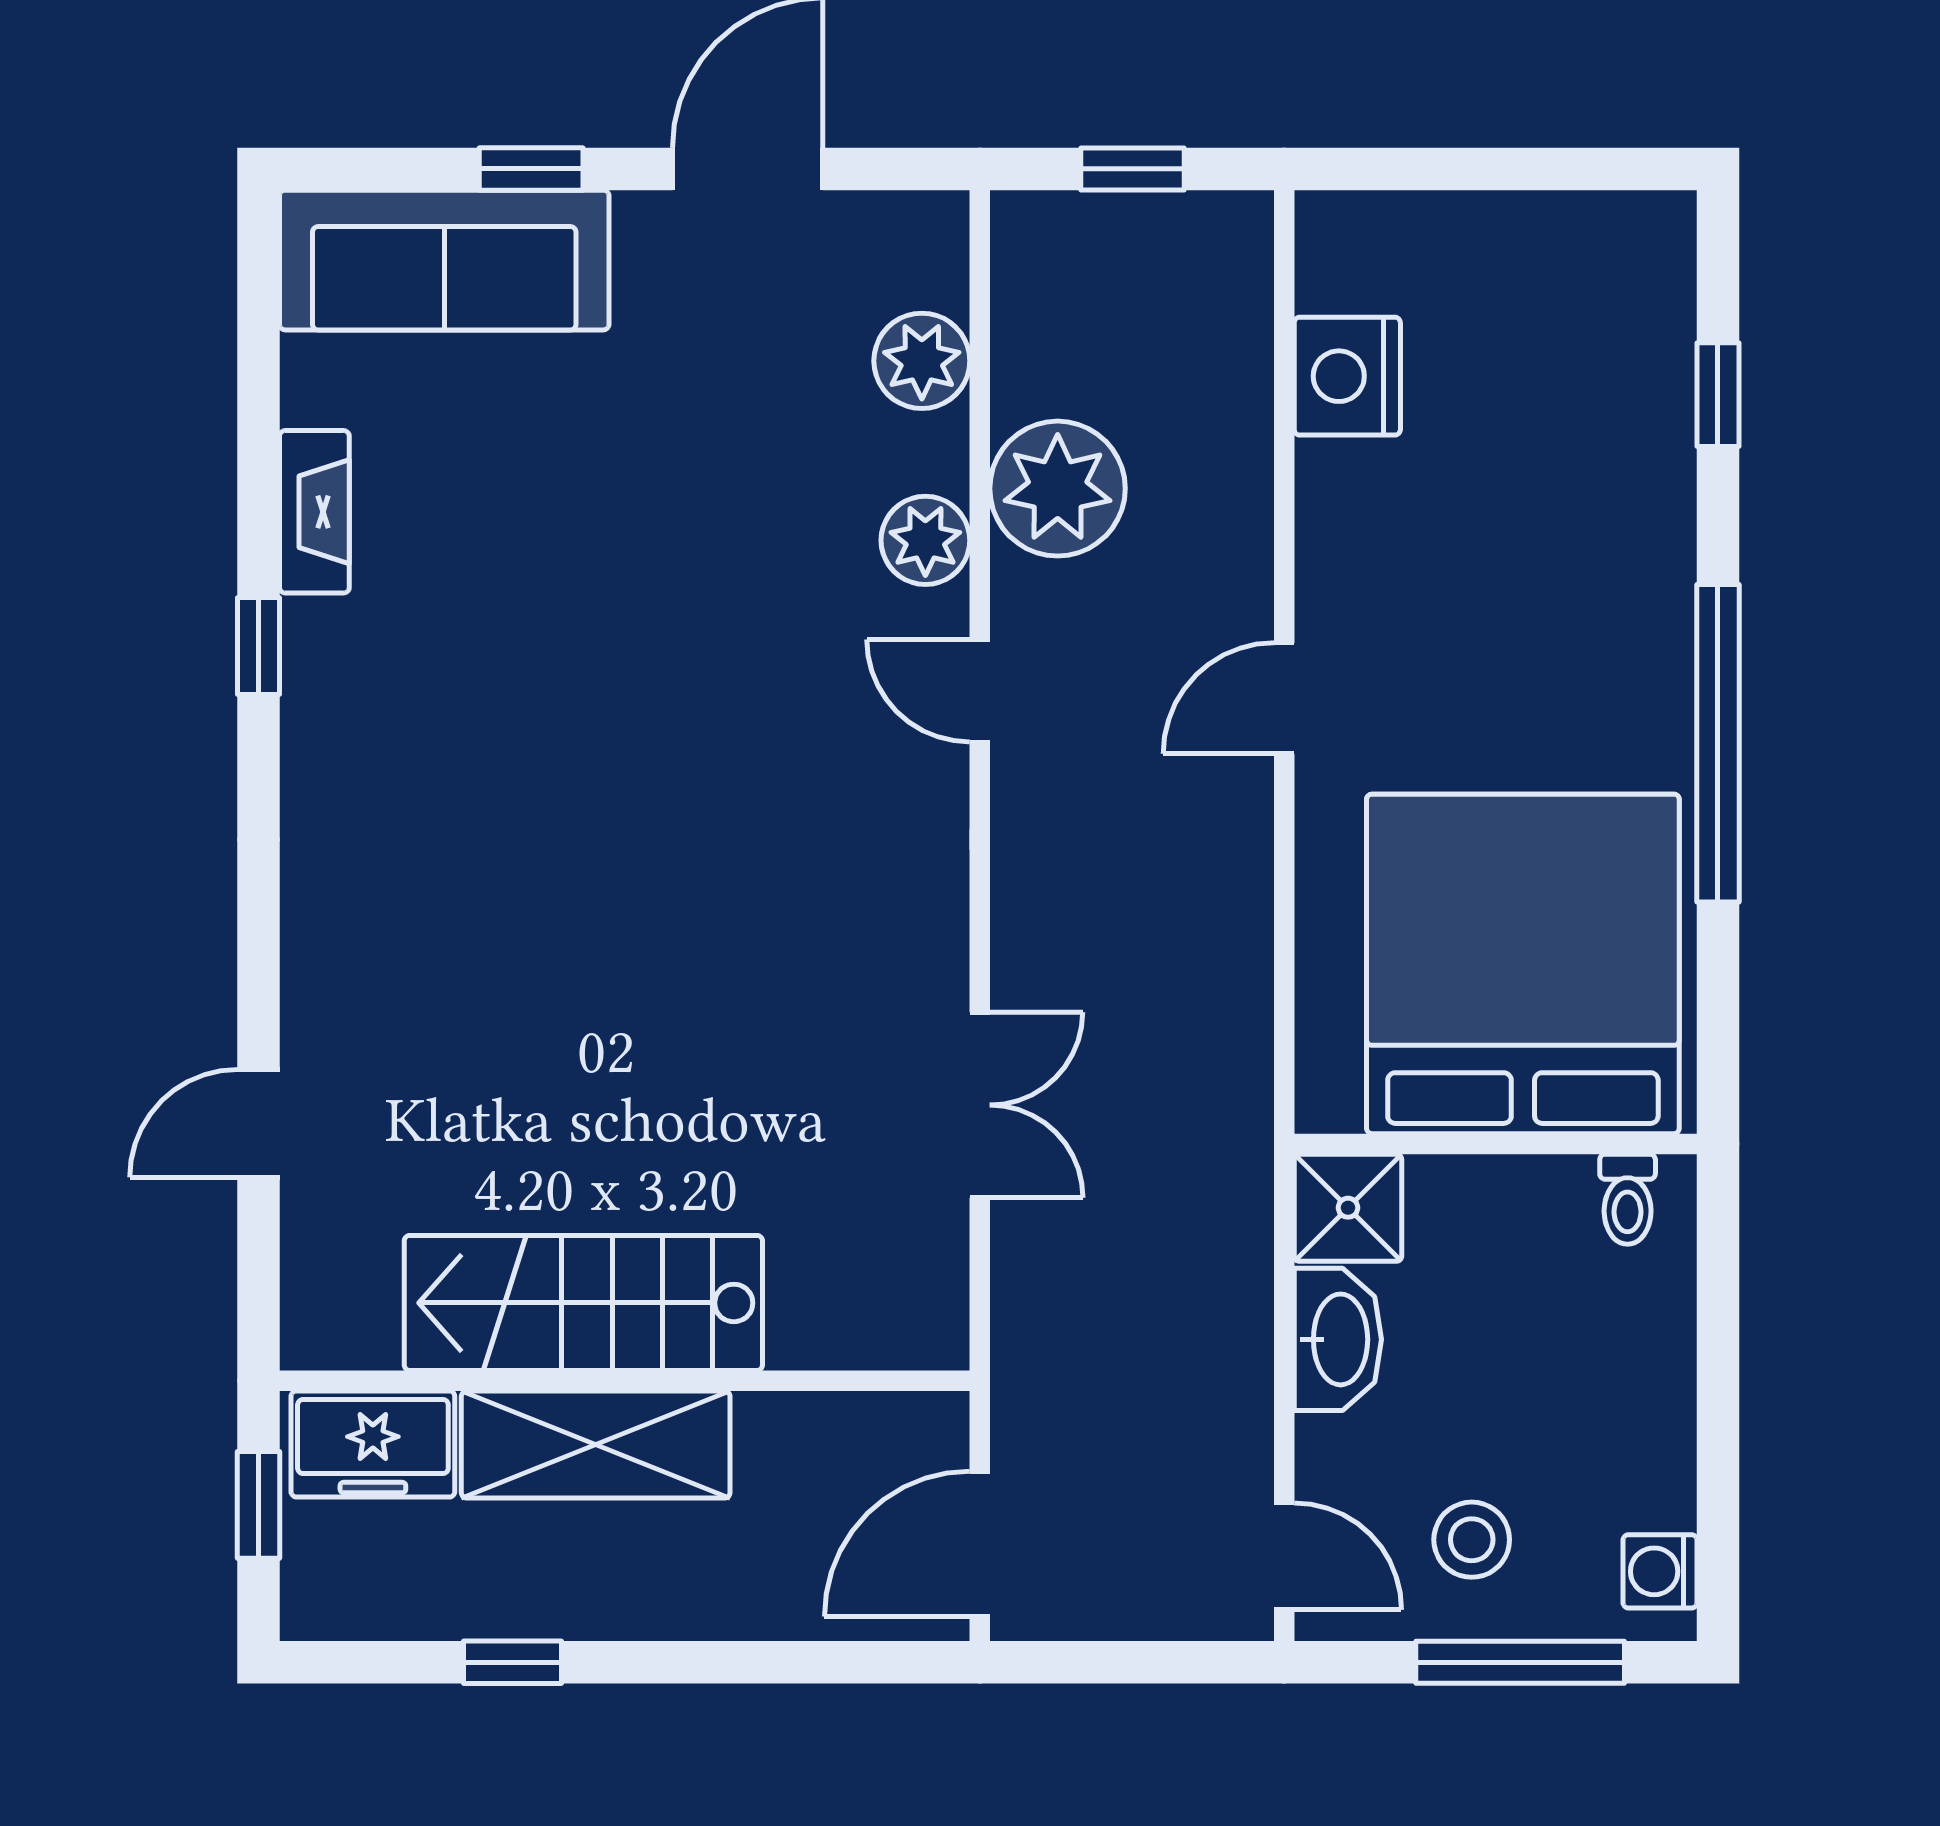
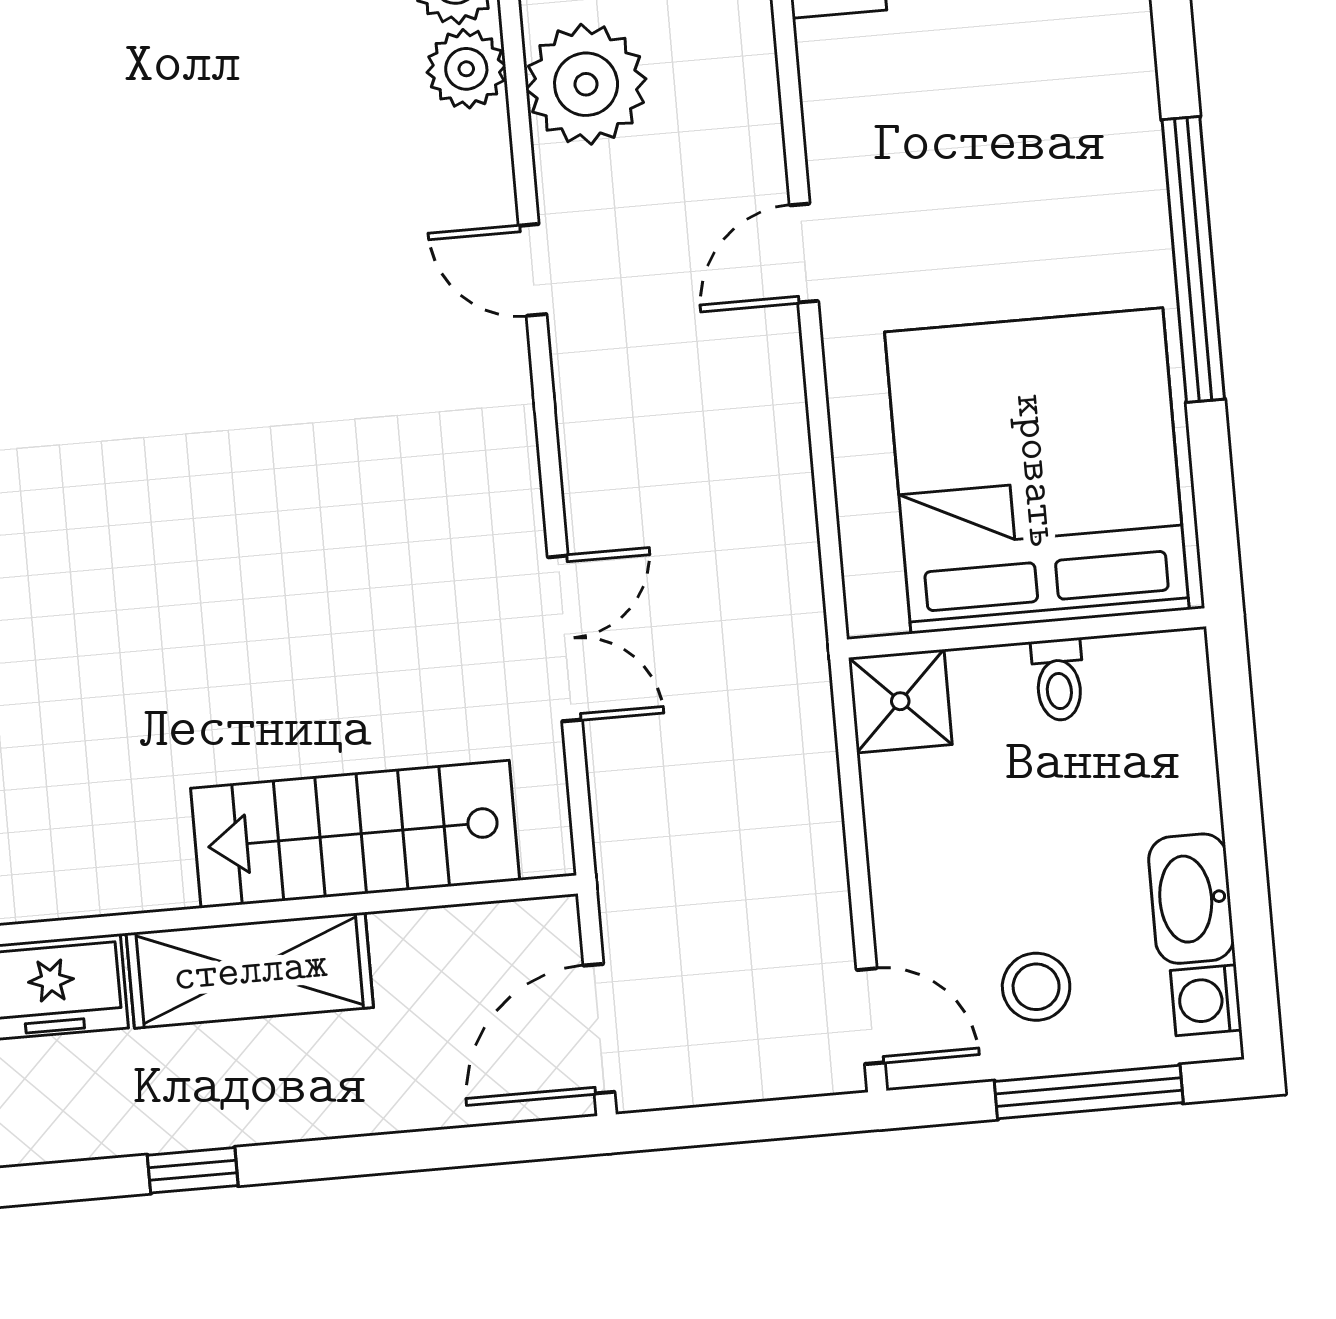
plant: (925, 540) -> (466, 69), moved
toilet: (1628, 1199) -> (1058, 680), moved
stairs: (583, 1303) -> (355, 834), moved
washbasin: (1338, 1339) -> (1191, 899), moved, turned 180

